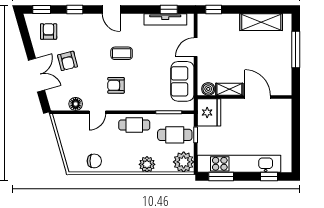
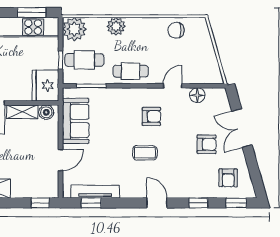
armchair: (68, 61) -> (207, 144), turned 104

